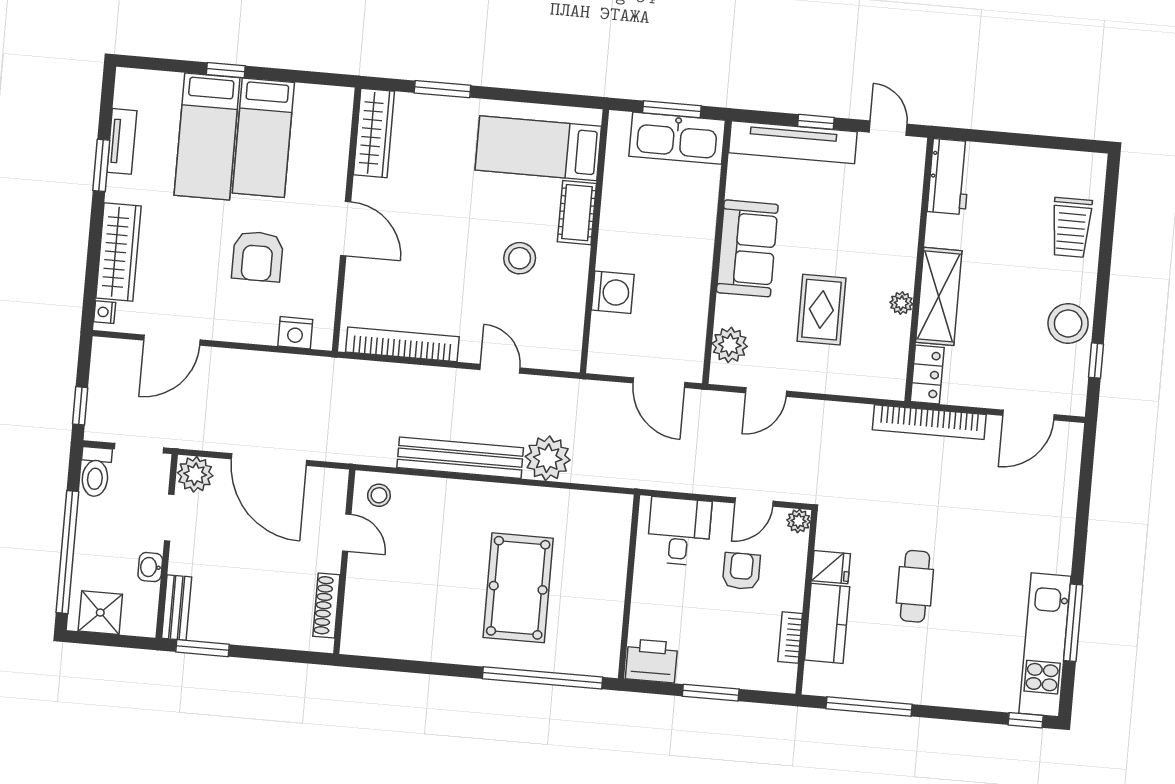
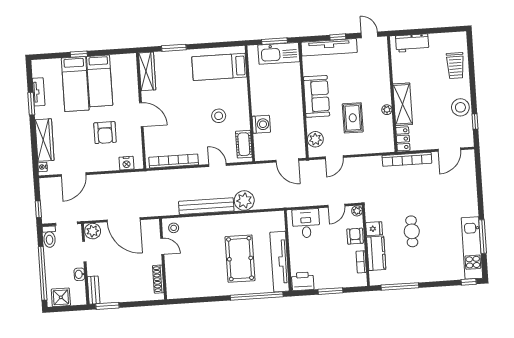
workbench: (949, 177) -> (412, 43), moved, turned 90
cot: (577, 213) -> (244, 144), moved
armchair: (741, 571) -> (355, 236), moved
tv unit: (606, 608) -> (280, 262), added

